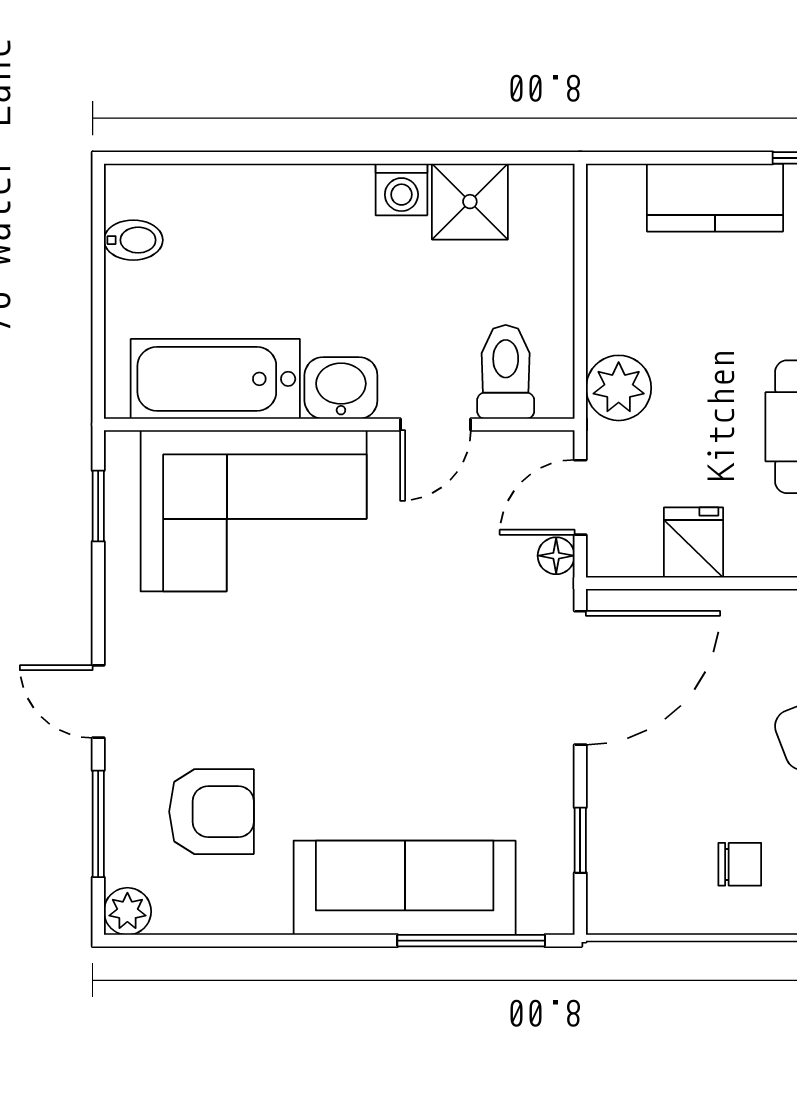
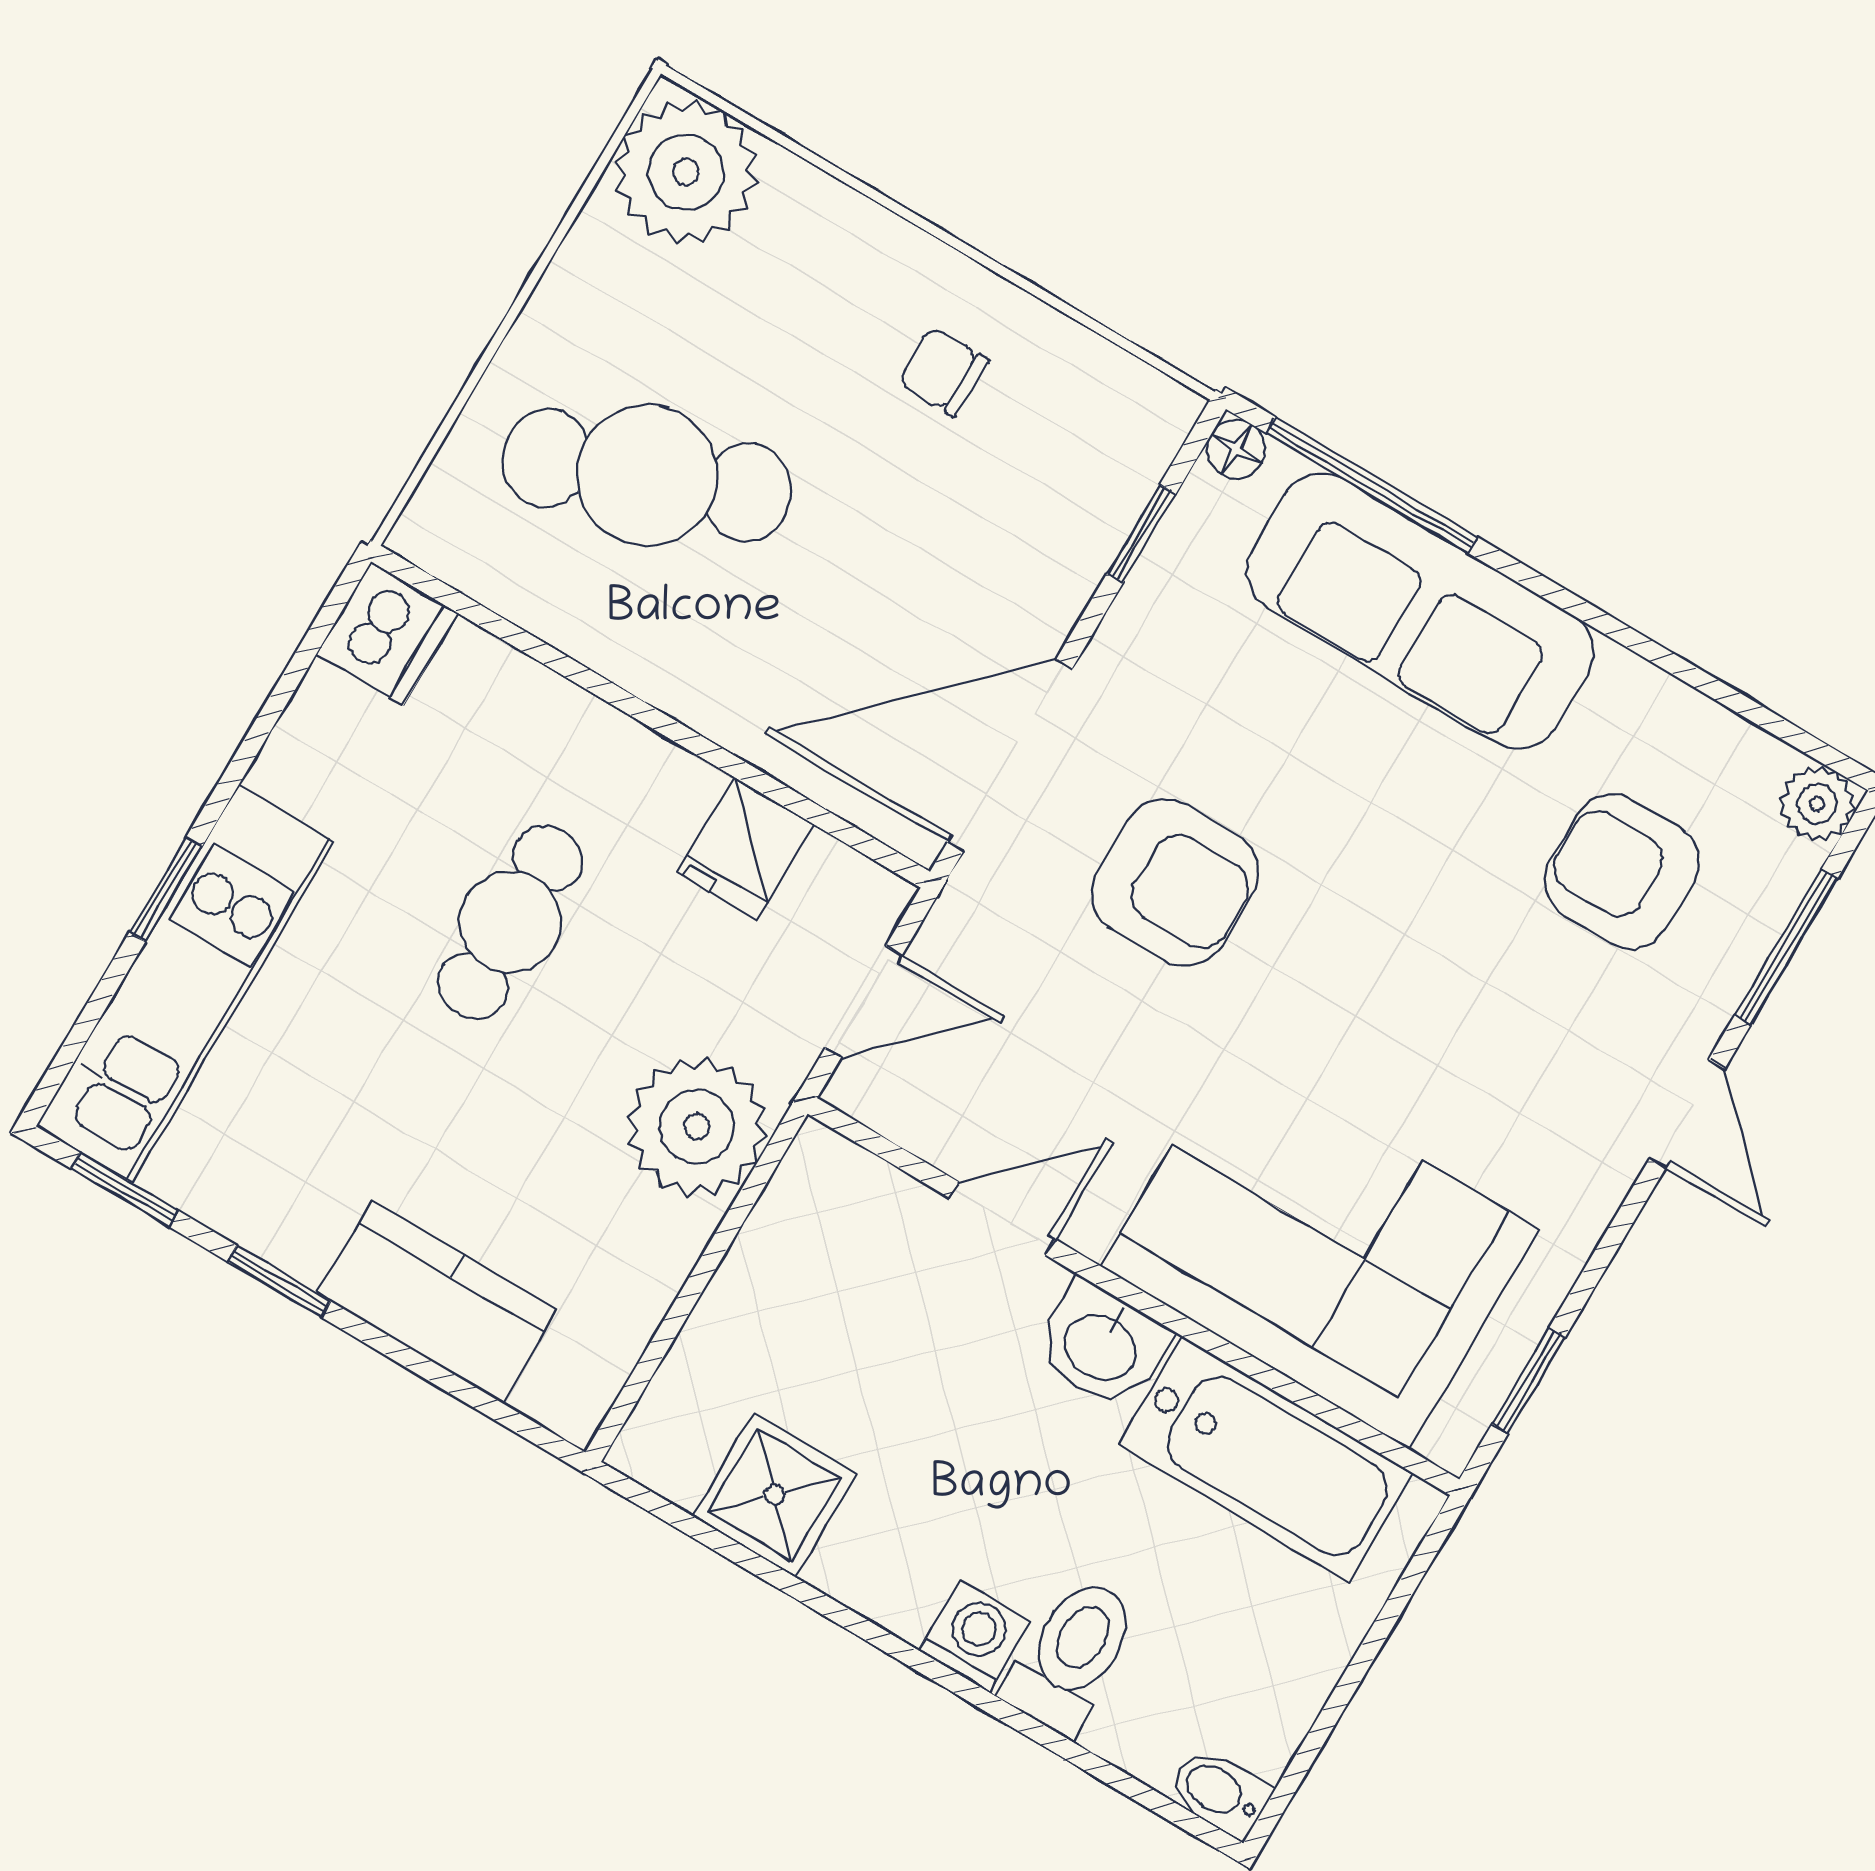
washing machine: (401, 189) -> (975, 1636), moved
bidet: (133, 240) -> (1219, 1792), moved
toilet: (506, 372) -> (1072, 1655), moved, turned 180
plant: (619, 388) -> (697, 1127), width x1.36, depth x1.36
floor lamp: (556, 556) -> (1236, 449), moved
armchair: (450, 662) -> (1175, 883), added

